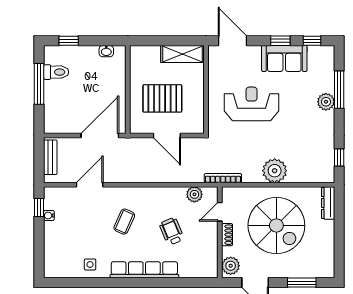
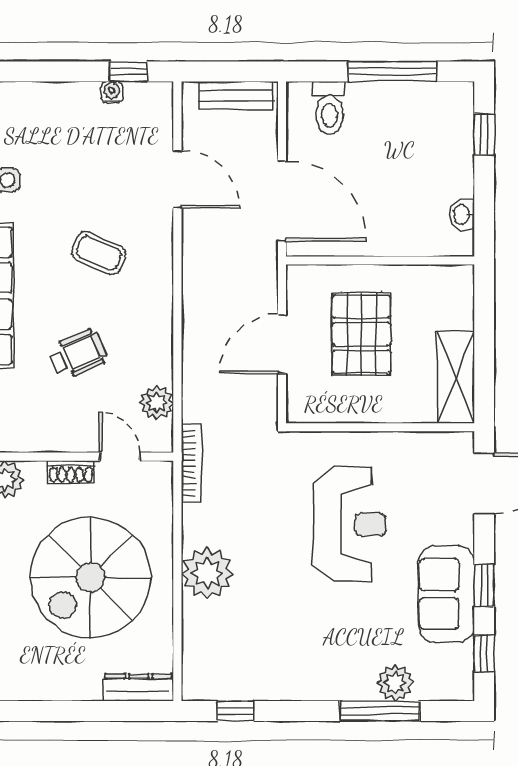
toilet: (56, 72) -> (329, 108), moved
plant: (326, 102) -> (395, 683), moved

